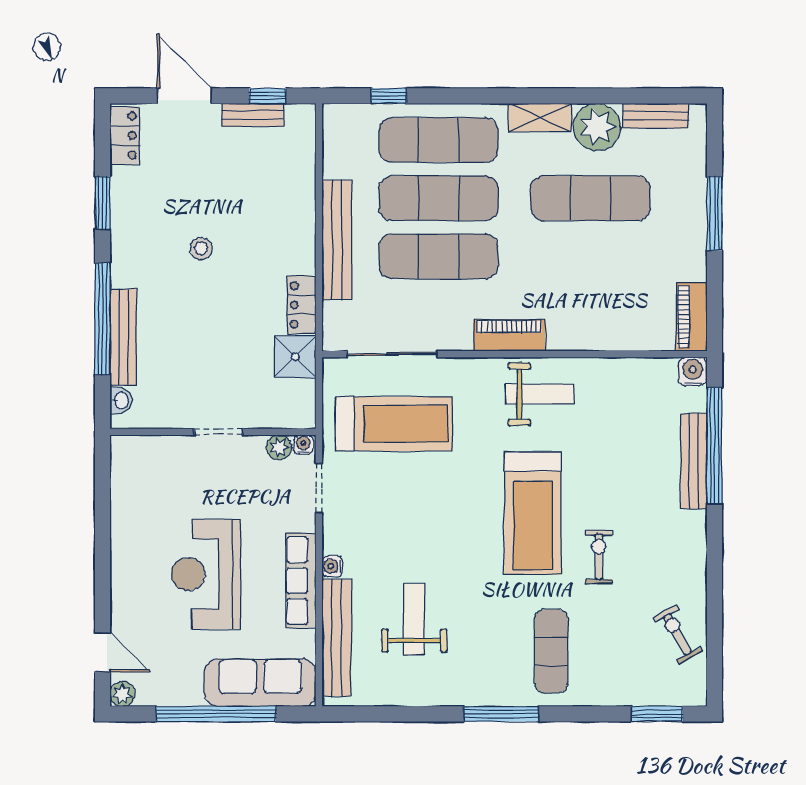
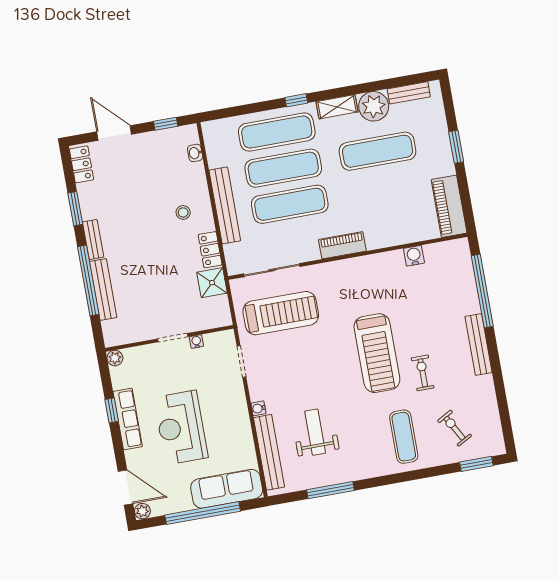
window: (389, 96) -> (296, 100), moved
bench: (252, 115) -> (93, 239), moved, turned 90
window: (715, 213) -> (456, 147), width x0.69
stool: (201, 249) -> (183, 212), moved
piano: (692, 317) -> (449, 206), width x1.37, depth x1.33
water cooler: (693, 372) -> (414, 256), moved
weight bench: (540, 394) -> (368, 278), removed
washbasin: (121, 401) -> (195, 153), moved, turned 180
water cooler: (303, 444) -> (196, 342), moved
plant: (279, 447) -> (115, 358), moved
bench: (694, 461) -> (478, 344), moved
window: (103, 528) -> (112, 410), added
row of seats: (301, 581) -> (128, 419), moved, turned 180
exercise bike: (677, 634) -> (455, 428), moved
door: (103, 652) -> (125, 487), width x1.37
window: (501, 714) -> (330, 490), moved

